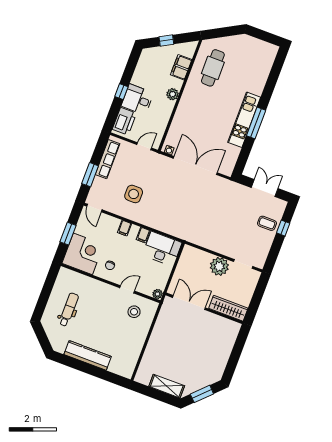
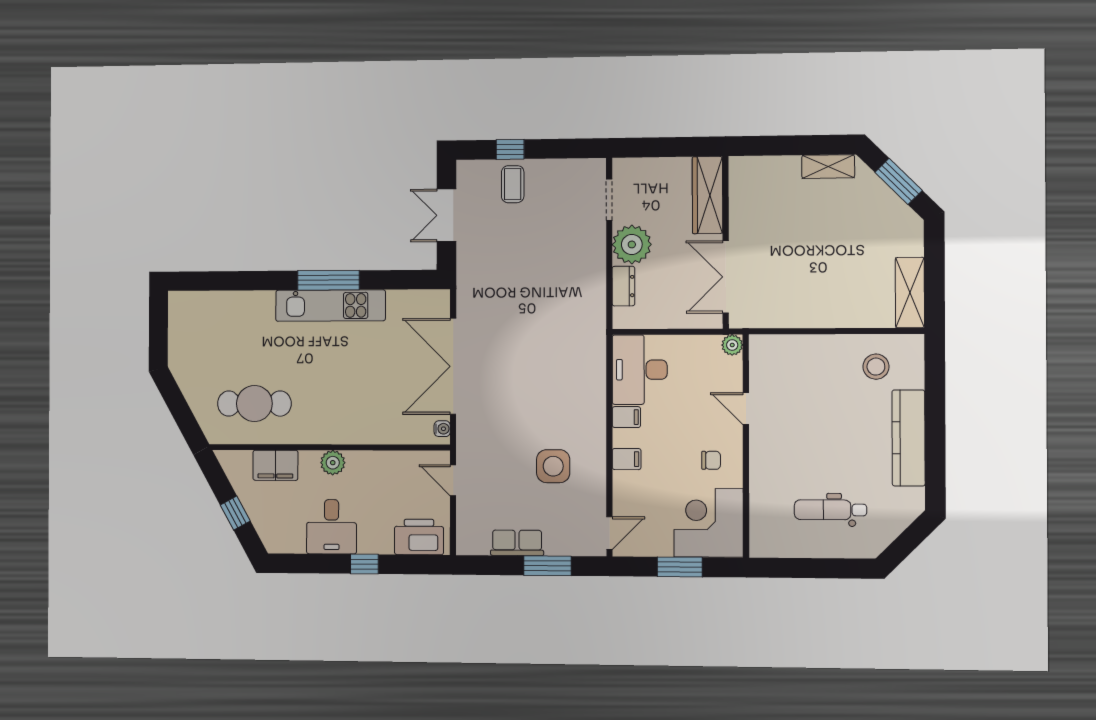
desk: (137, 99) -> (332, 527), moved
row of seats: (108, 159) -> (517, 543), width x0.68
dresser: (202, 256) -> (623, 286), added
stool: (134, 312) -> (876, 367), moved
shelving: (220, 366) -> (828, 167), added
shelving: (167, 386) -> (910, 293), moved

